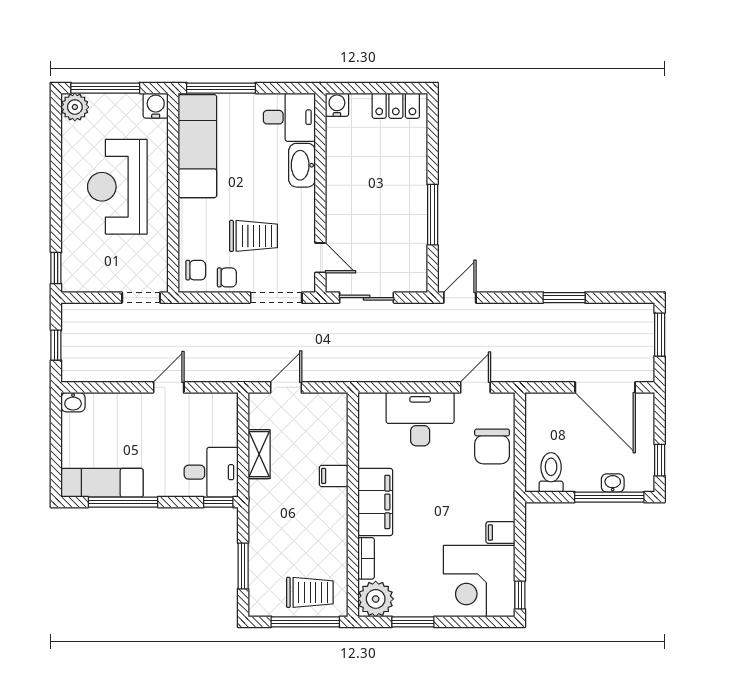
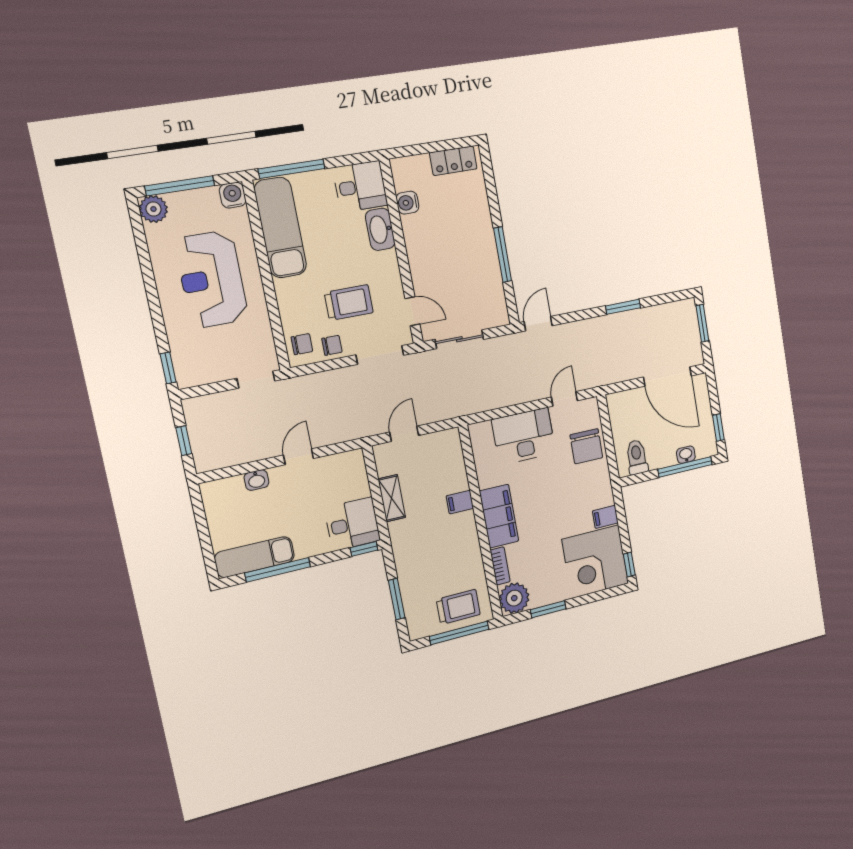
water cooler: (337, 105) -> (407, 203), moved, turned -90
washbasin: (73, 402) -> (256, 480), moved

